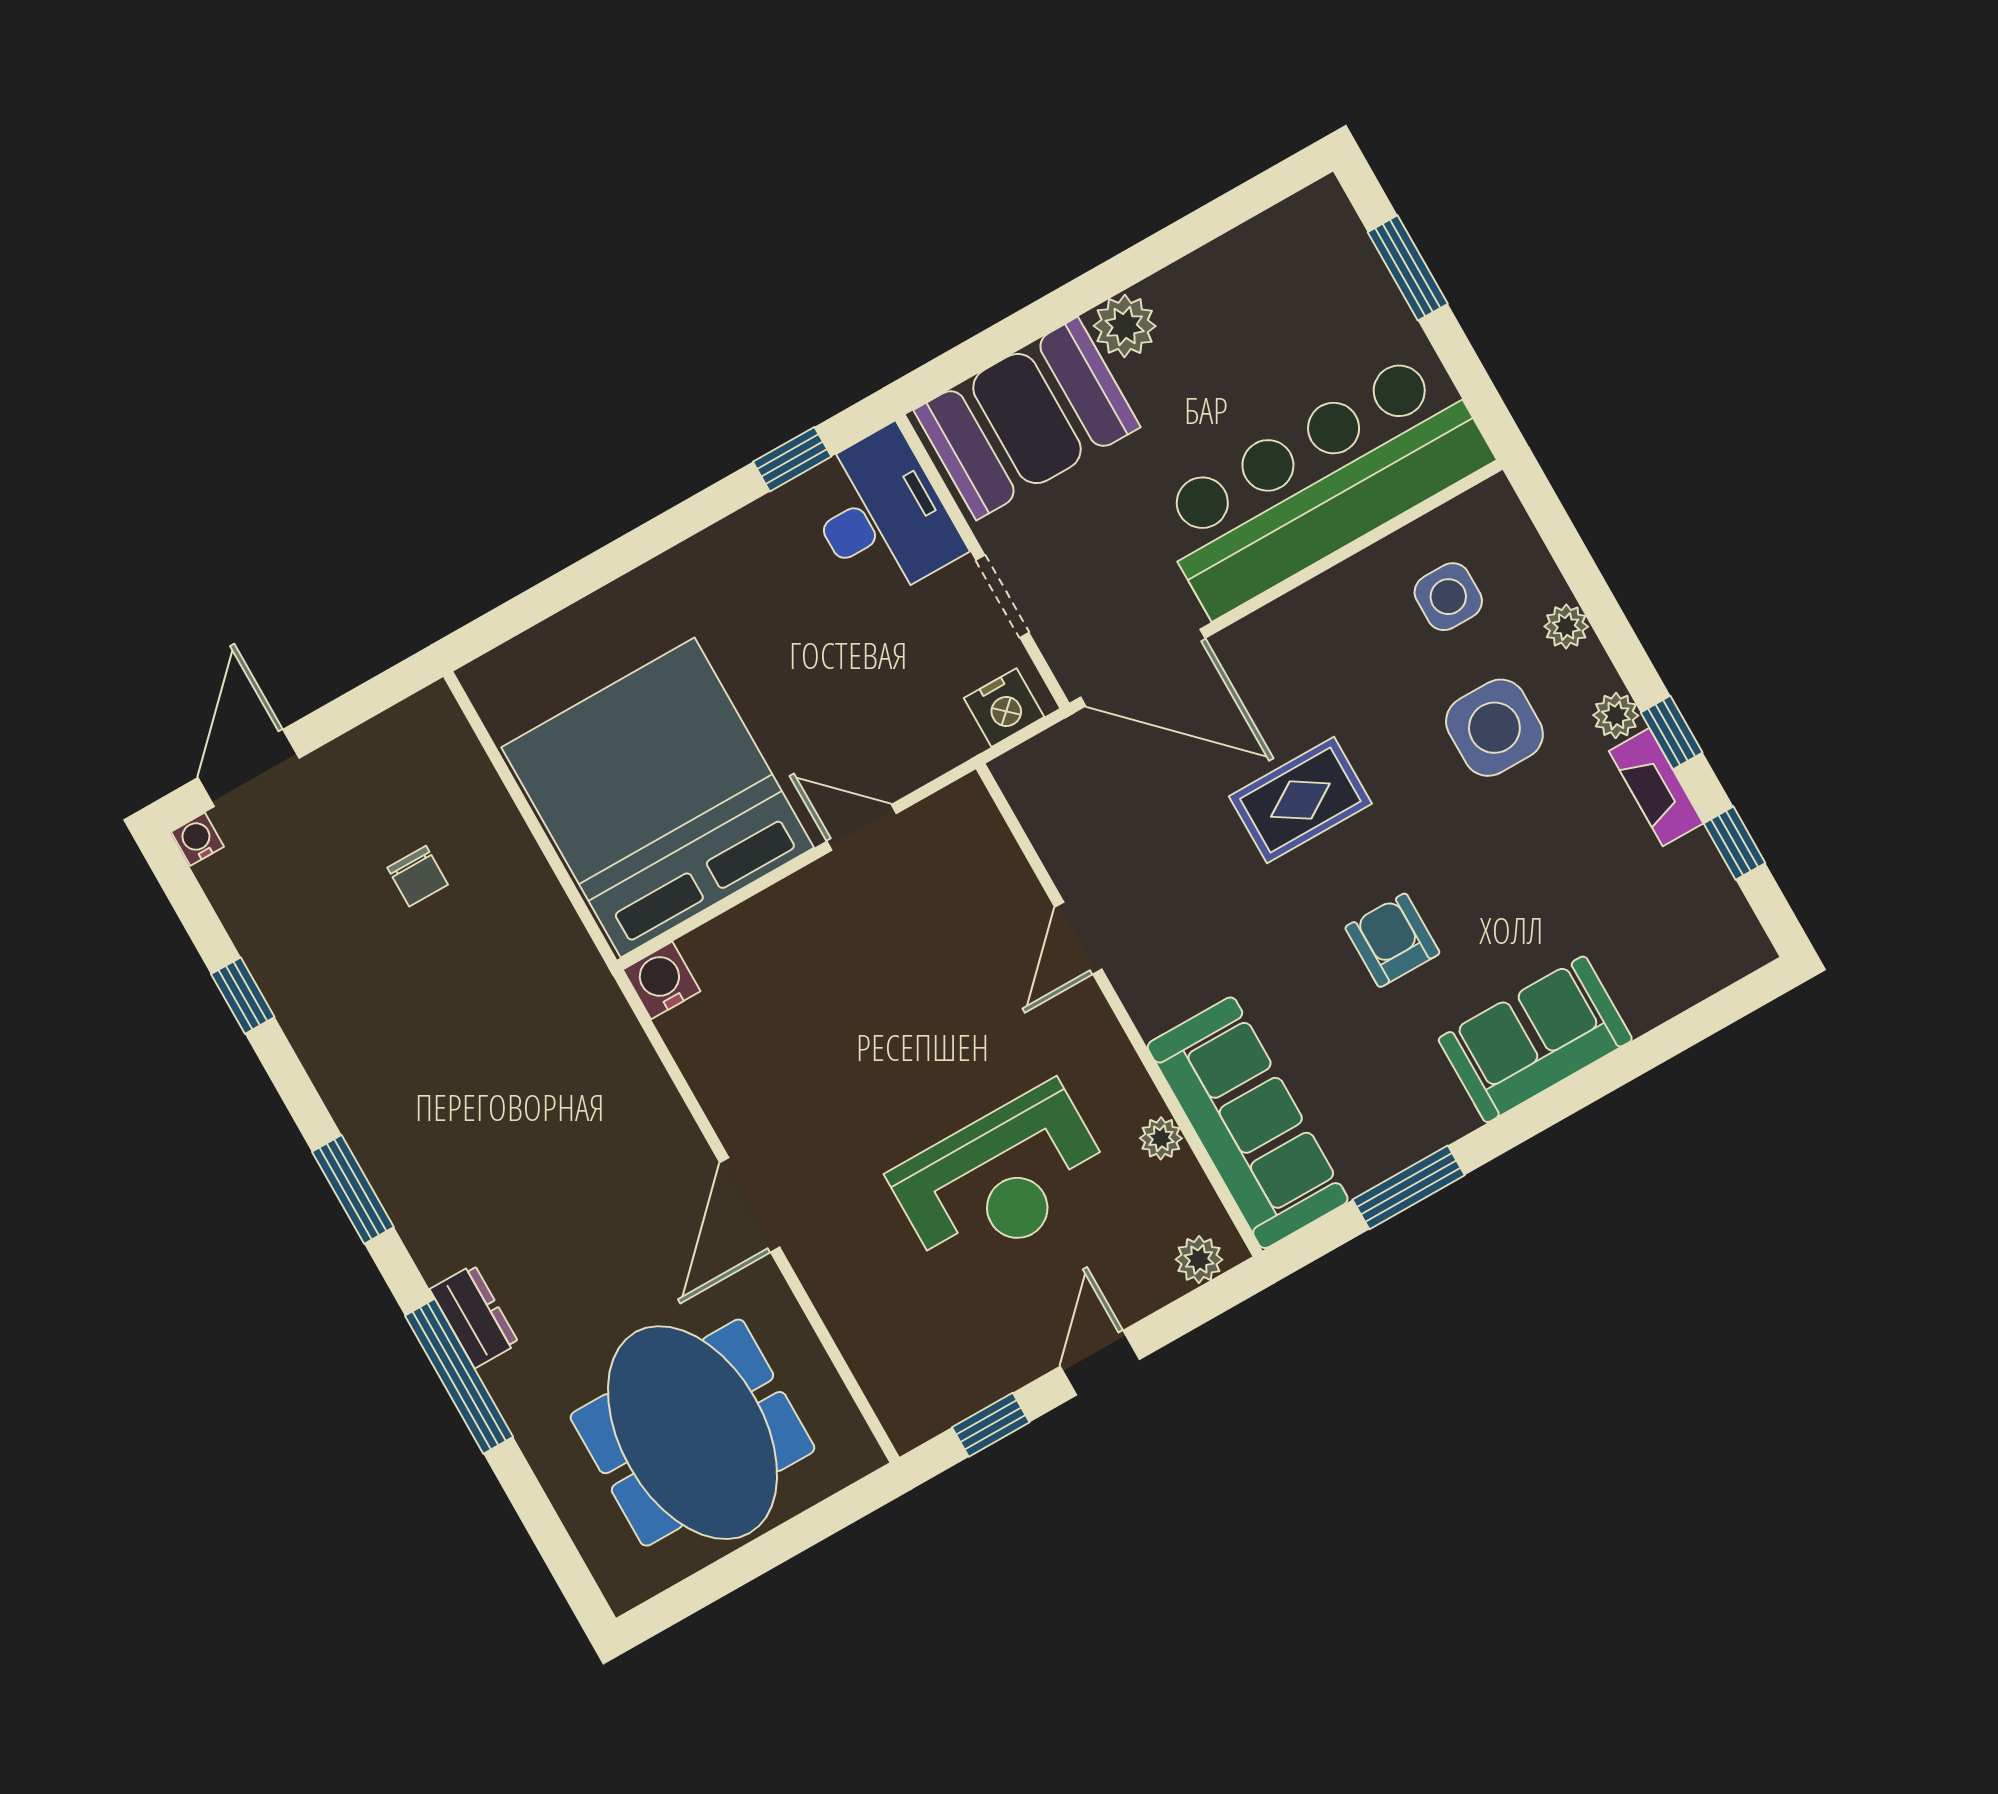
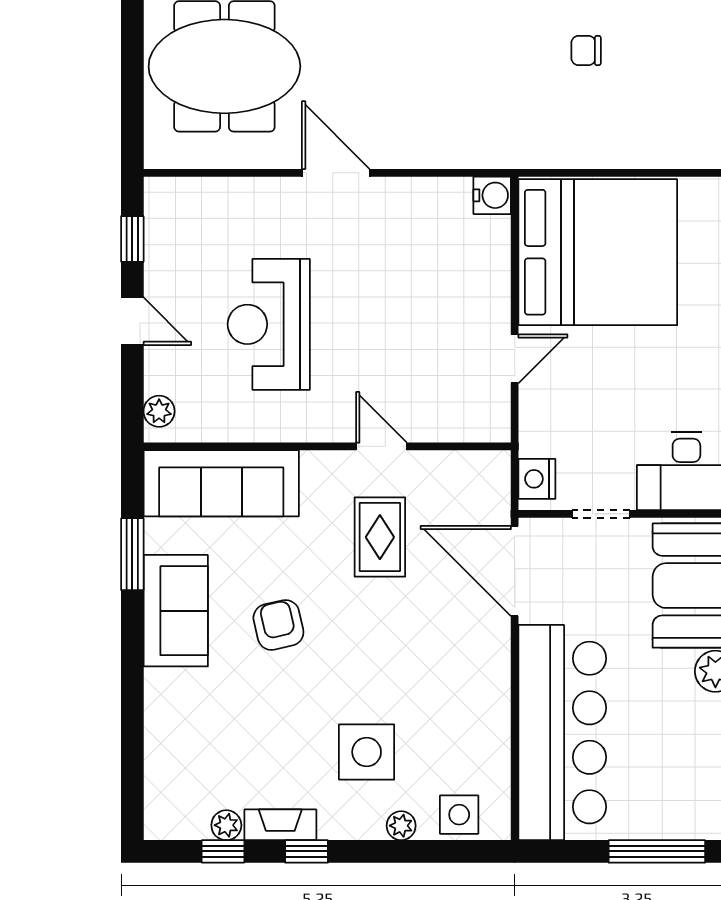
window: (1408, 268) -> (657, 851), width x1.44
side table: (1448, 597) -> (459, 815), moved
door: (1143, 668) -> (515, 571), hinge flipped
plant: (1616, 715) -> (226, 825), moved
rug: (1300, 800) -> (380, 537), moved
chair: (418, 876) -> (586, 50), moved
armchair: (1392, 940) -> (278, 625), turned -103
sofa: (1535, 1039) -> (176, 611), moved
plant: (1161, 1138) -> (241, 429), removed

